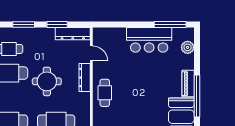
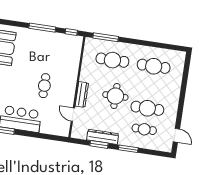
dresser: (73, 34) -> (103, 137), moved
cafe table: (105, 93) -> (44, 86), moved

